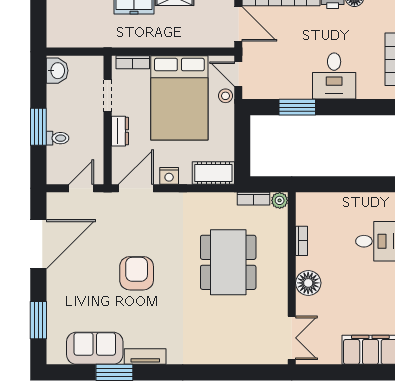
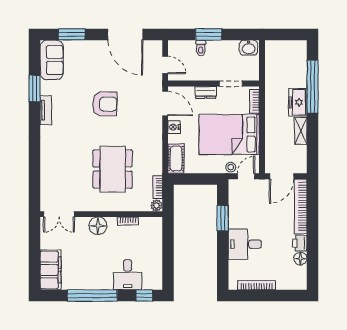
dining table: (228, 262) -> (113, 169), turned 90
sofa: (95, 348) -> (52, 60), moved

